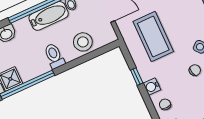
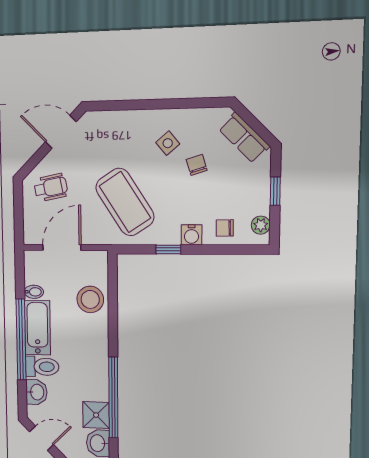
coffee table: (153, 37) -> (125, 202), turned 57
toilet: (54, 56) -> (42, 367), moved, turned 180

